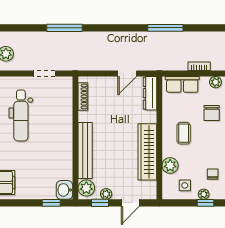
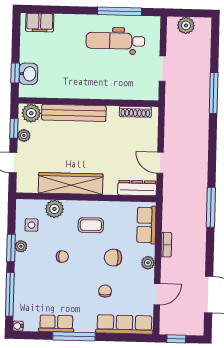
chair: (213, 174) -> (62, 257), moved
washbasin: (64, 190) -> (28, 74), moved, turned 90
window: (205, 203) -> (11, 248), width x1.50

